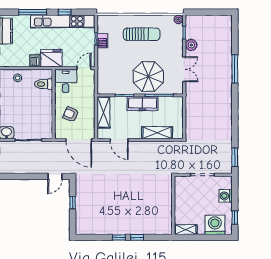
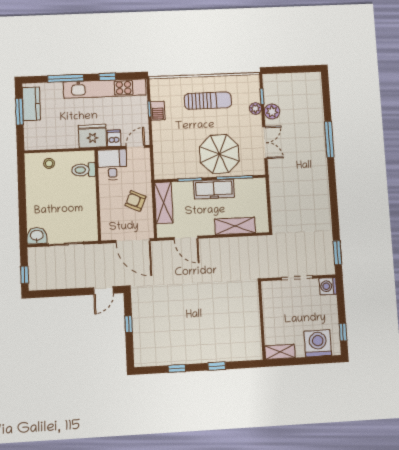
plant: (178, 19) -> (255, 109), moved
dishwasher: (35, 61) -> (114, 138), moved
armchair: (71, 114) -> (135, 201), moved
washing machine: (226, 196) -> (328, 286), moved
window: (119, 237) -> (177, 368), moved

